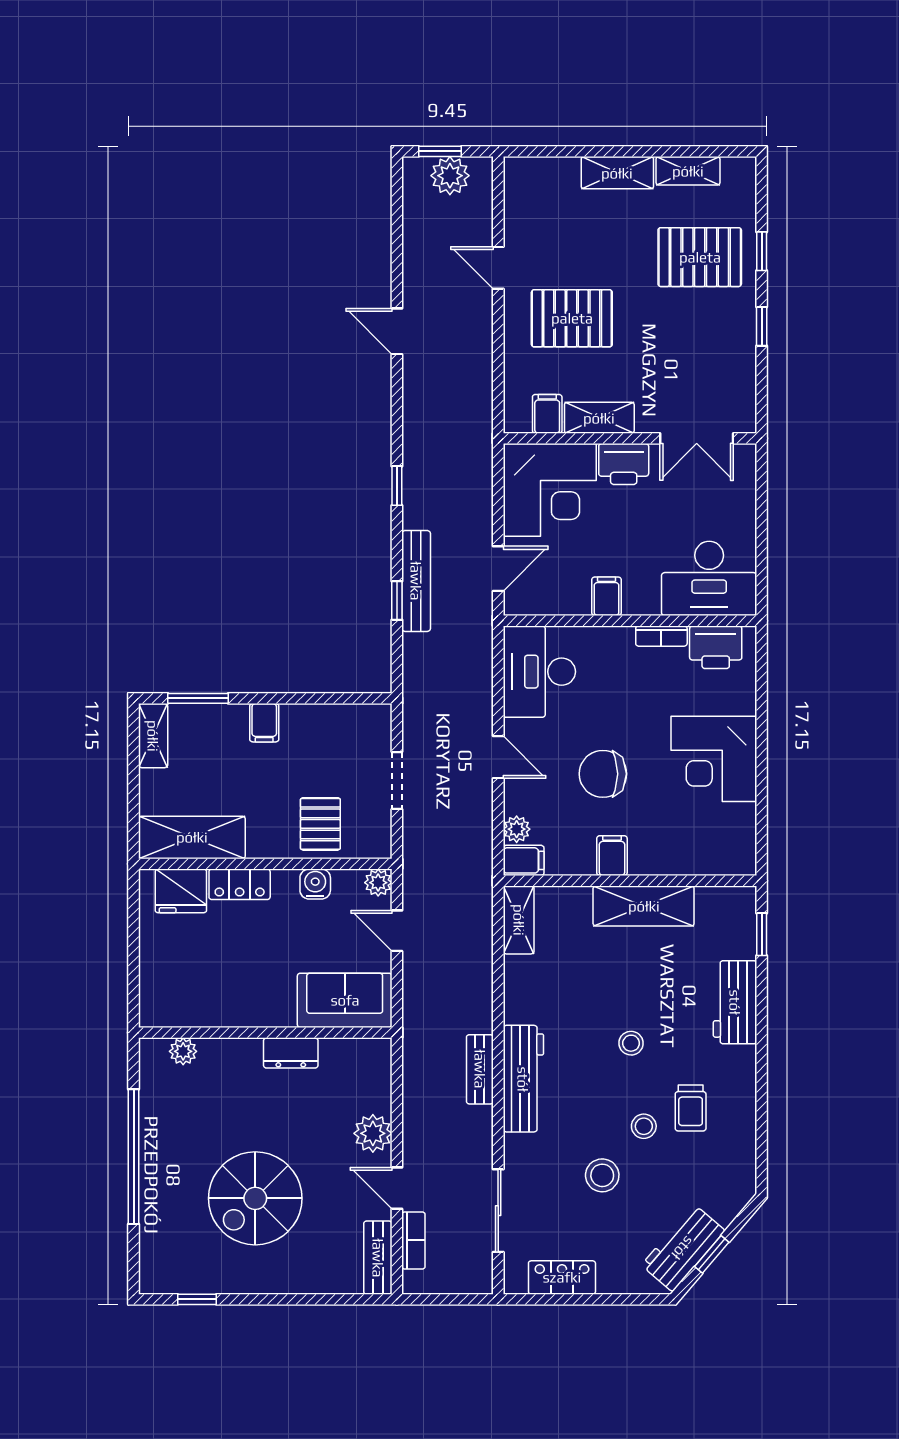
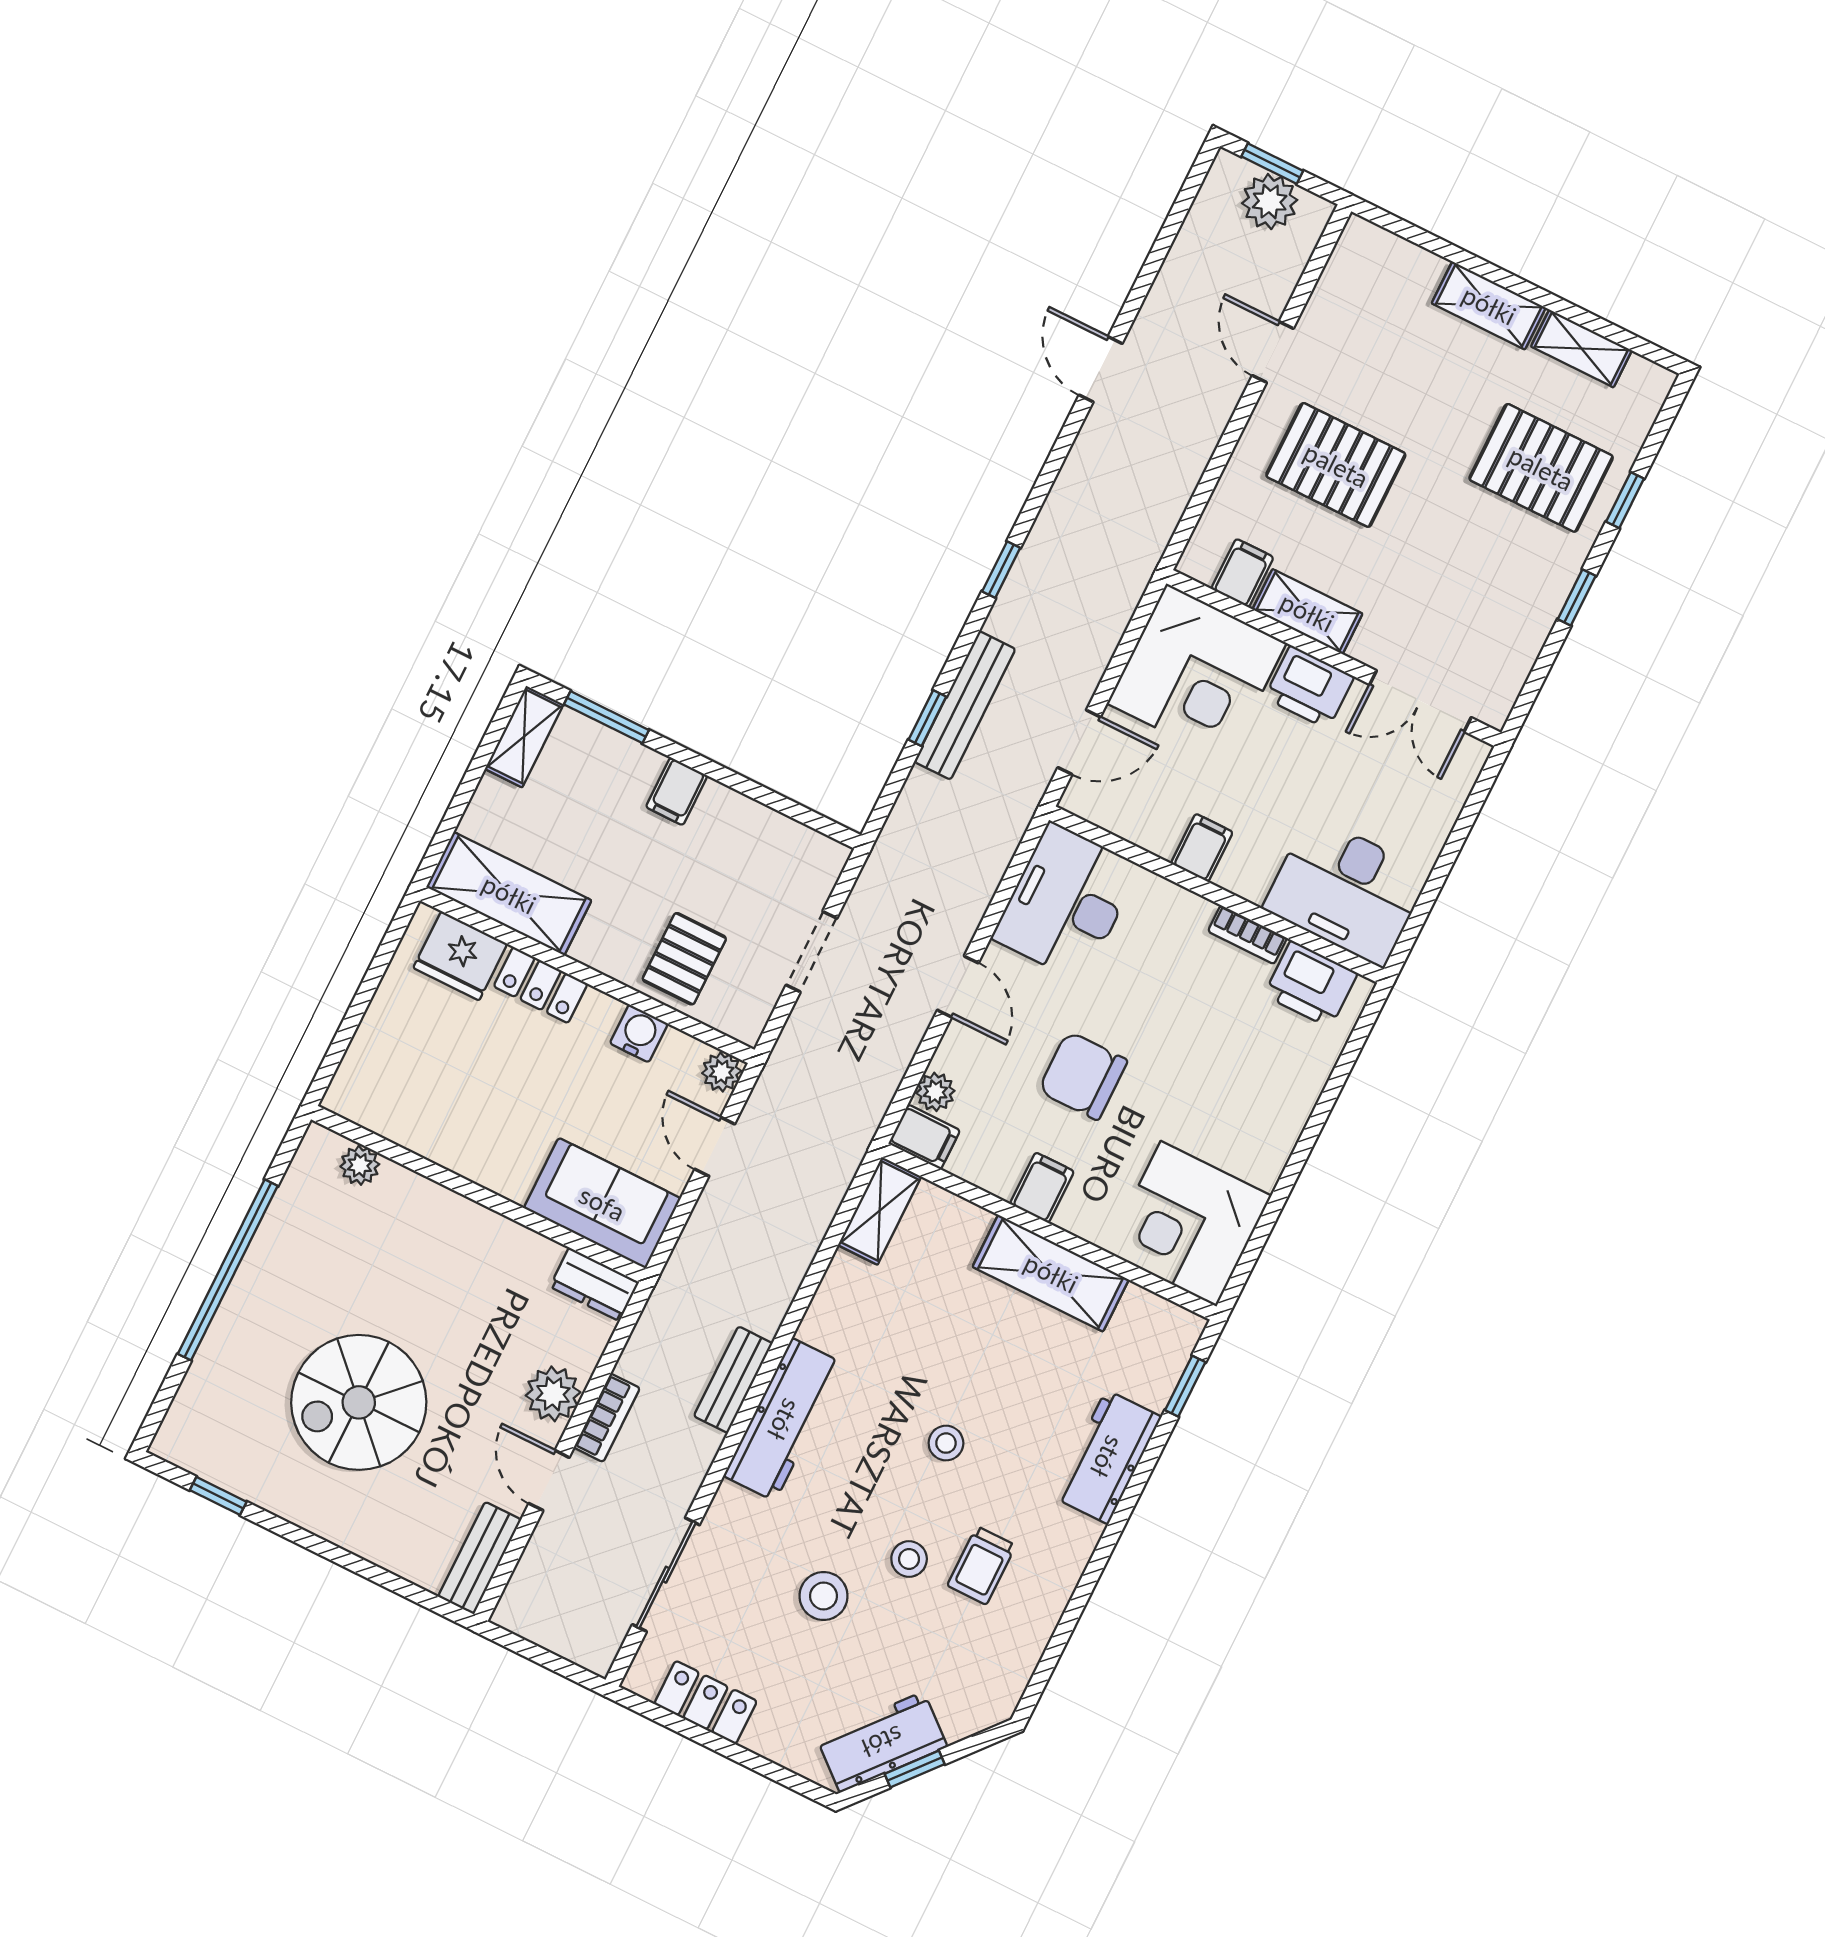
corner desk: (714, 759) -> (1189, 1224), moved
dresser: (291, 1053) -> (594, 1284), moved
bookcase: (413, 1240) -> (607, 1418), moved

